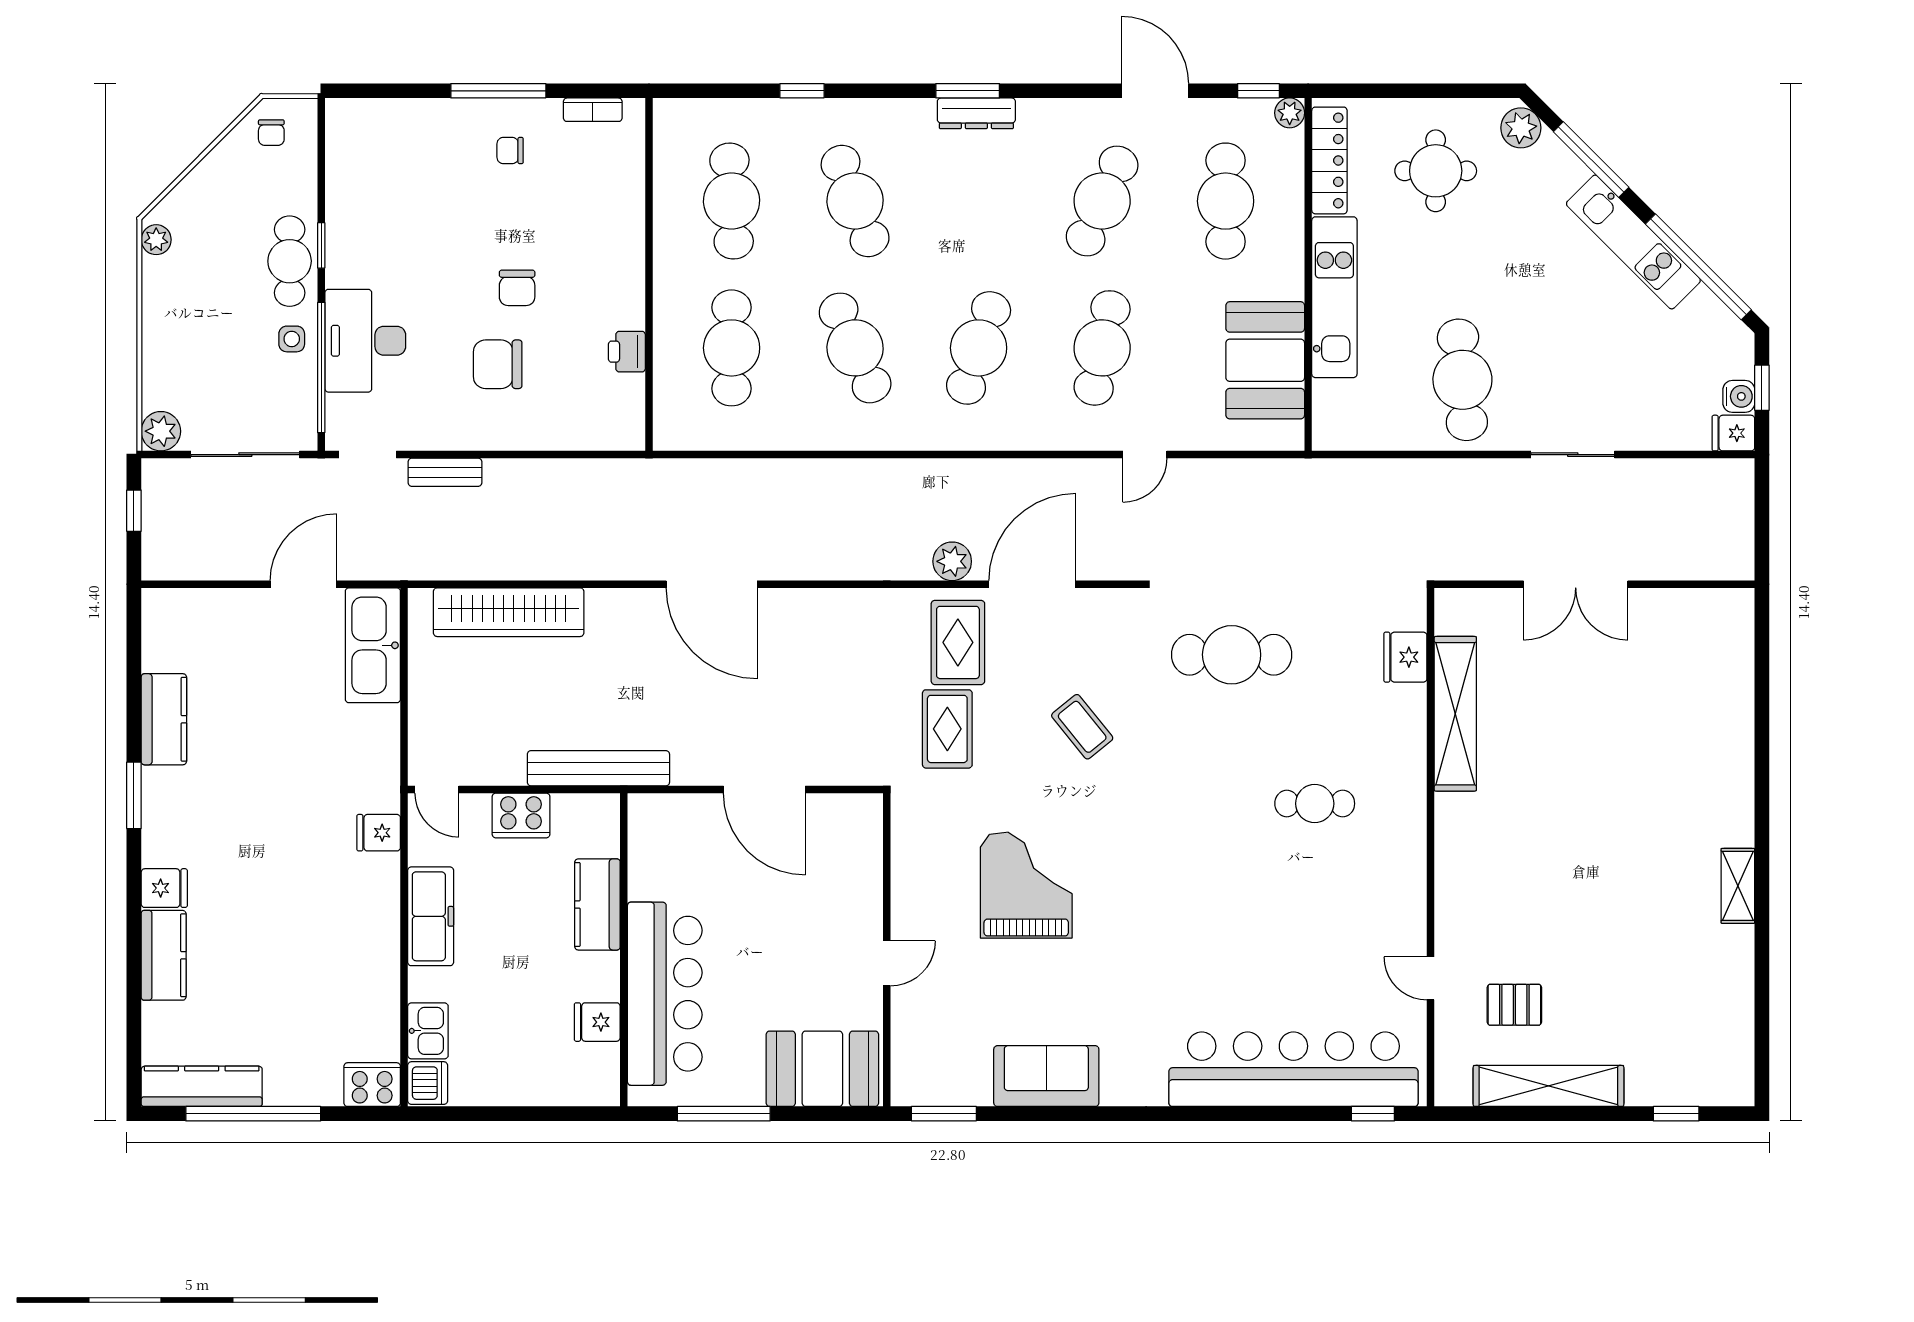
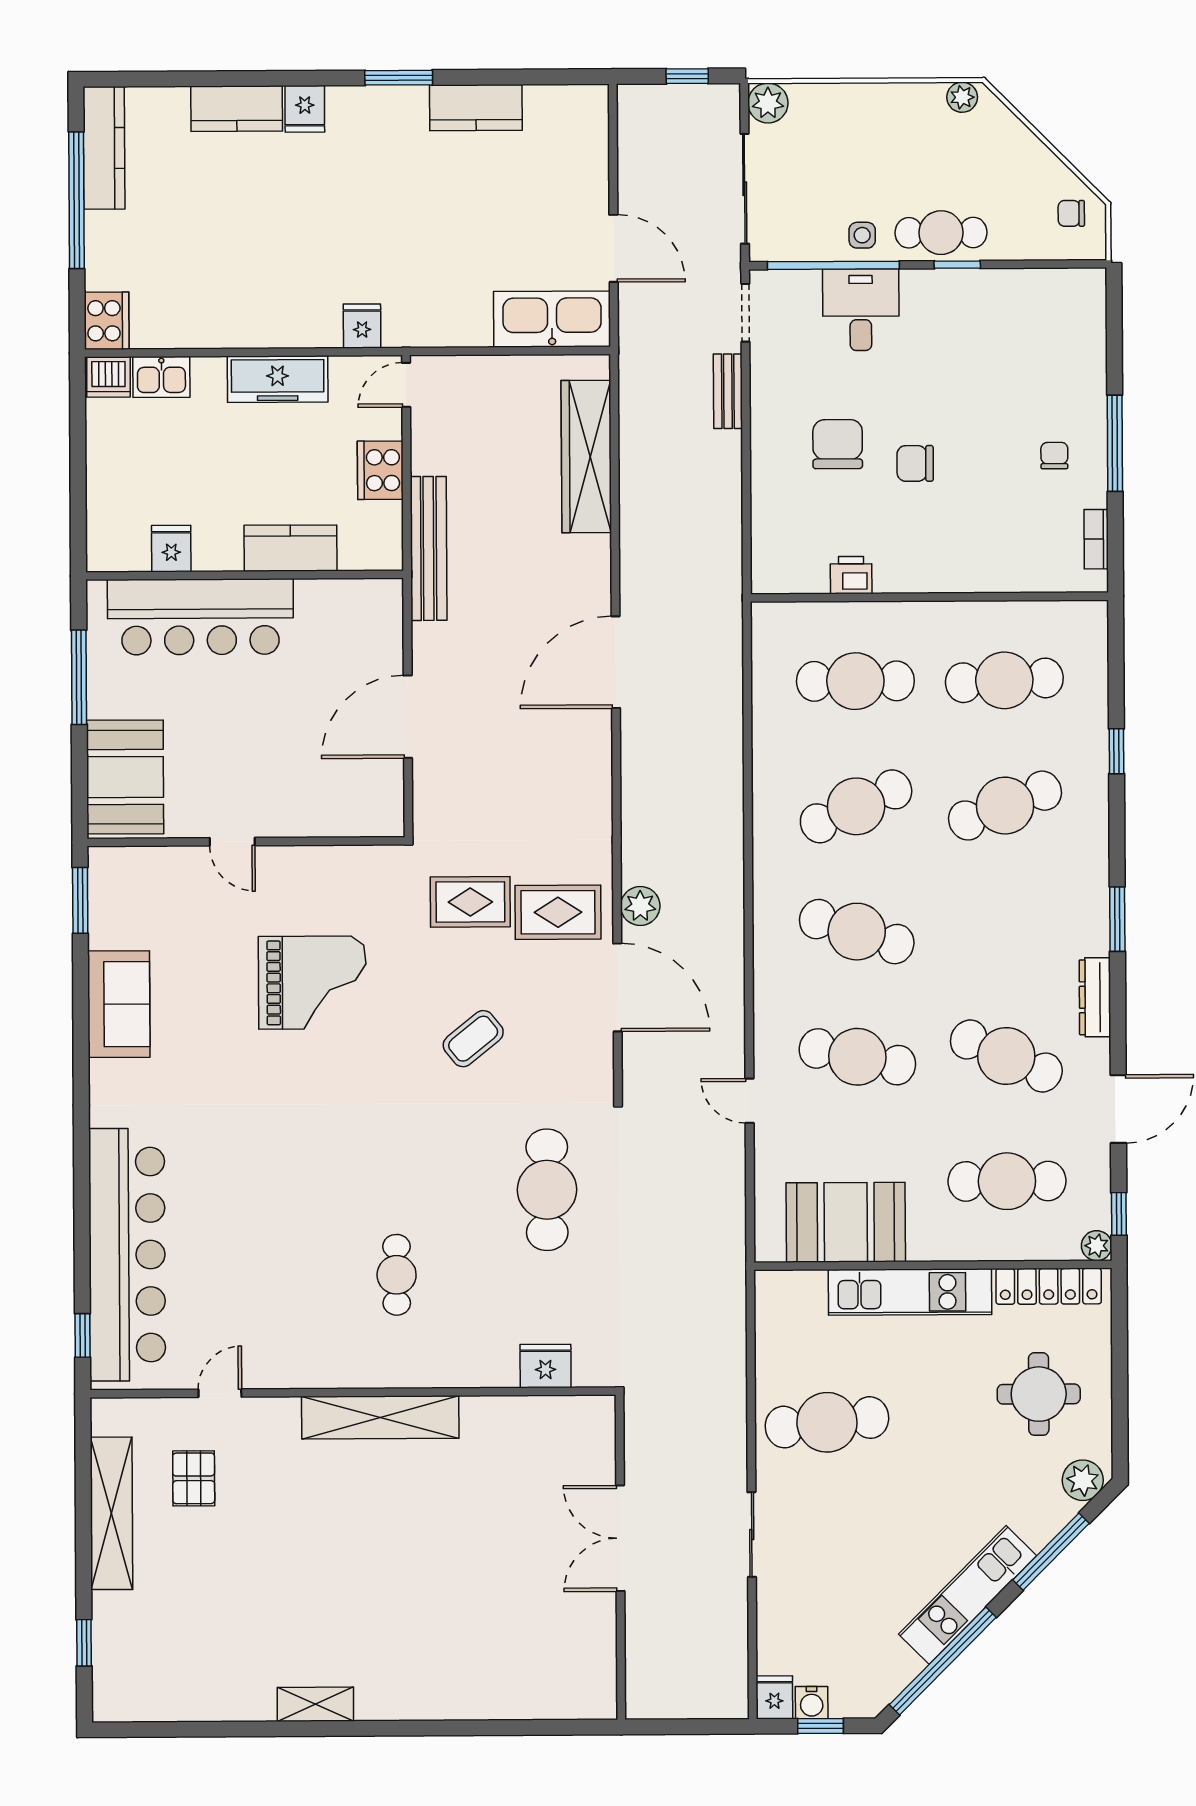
dresser: (976, 113) -> (1095, 997), moved
desk: (365, 341) -> (861, 310), width x0.73
shelving: (1455, 714) -> (380, 1417), moved

